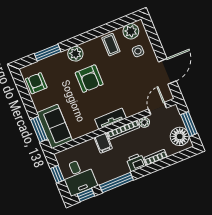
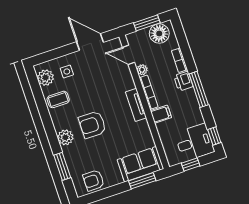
armchair: (89, 79) -> (92, 125), turned 180
window: (116, 182) -> (199, 89), moved

